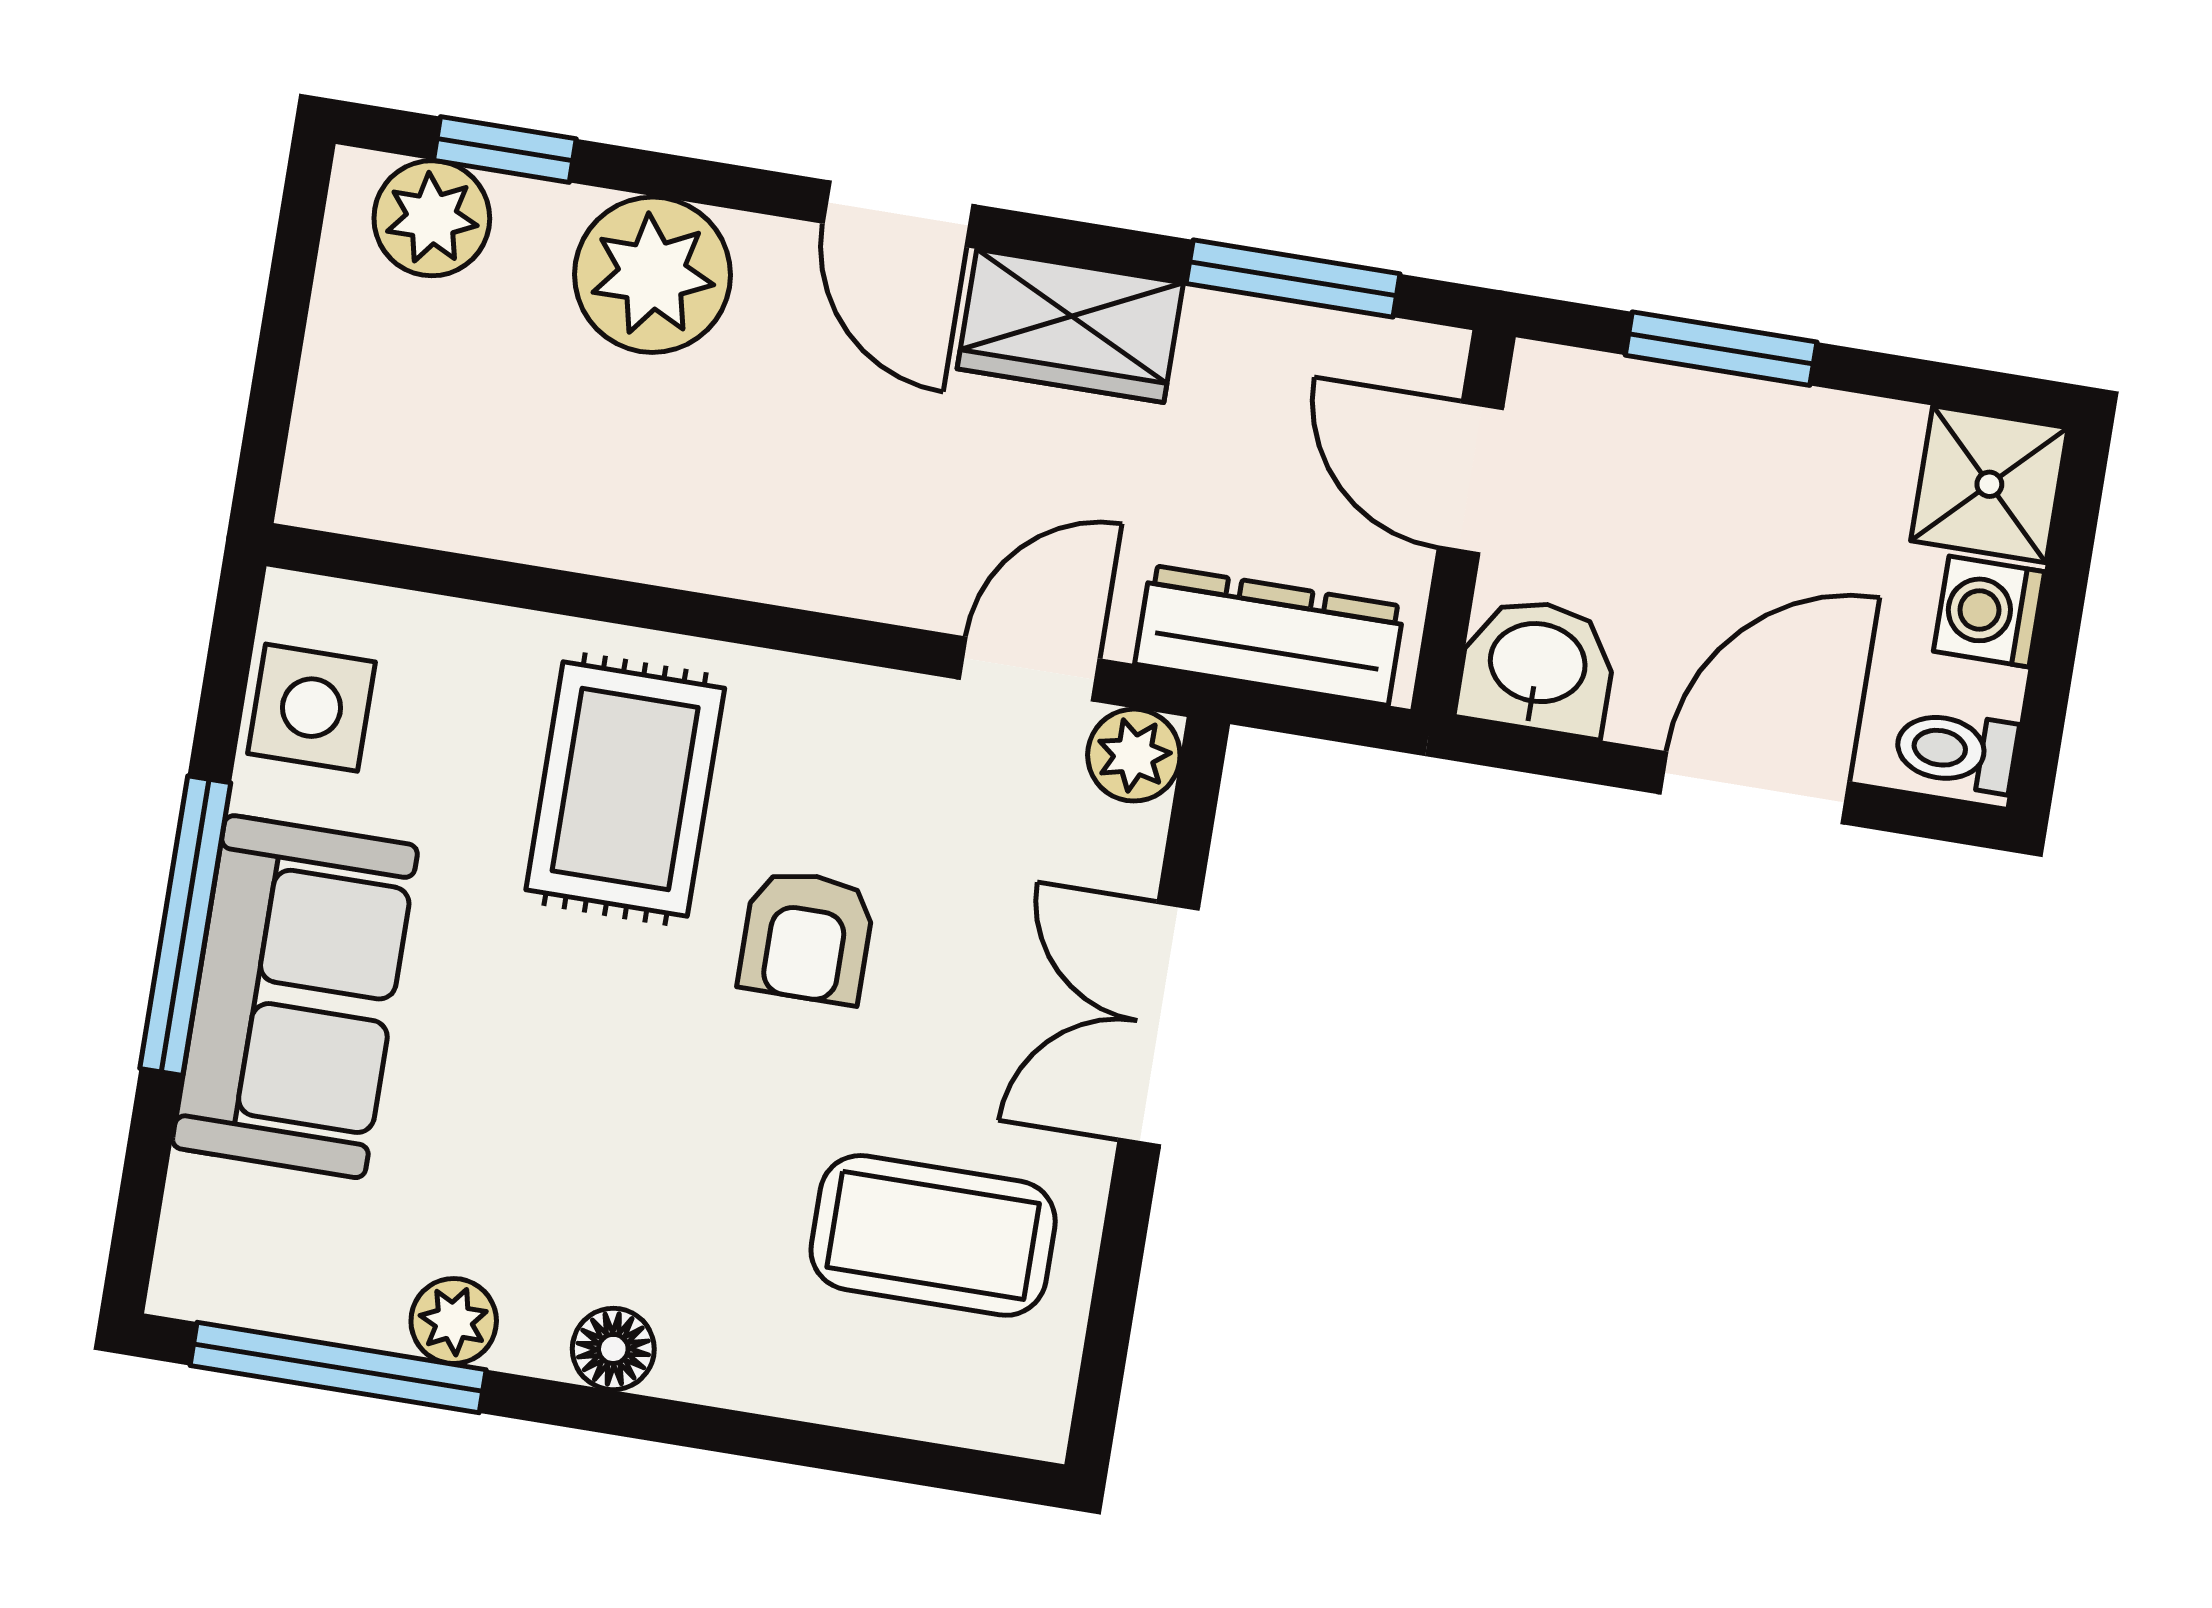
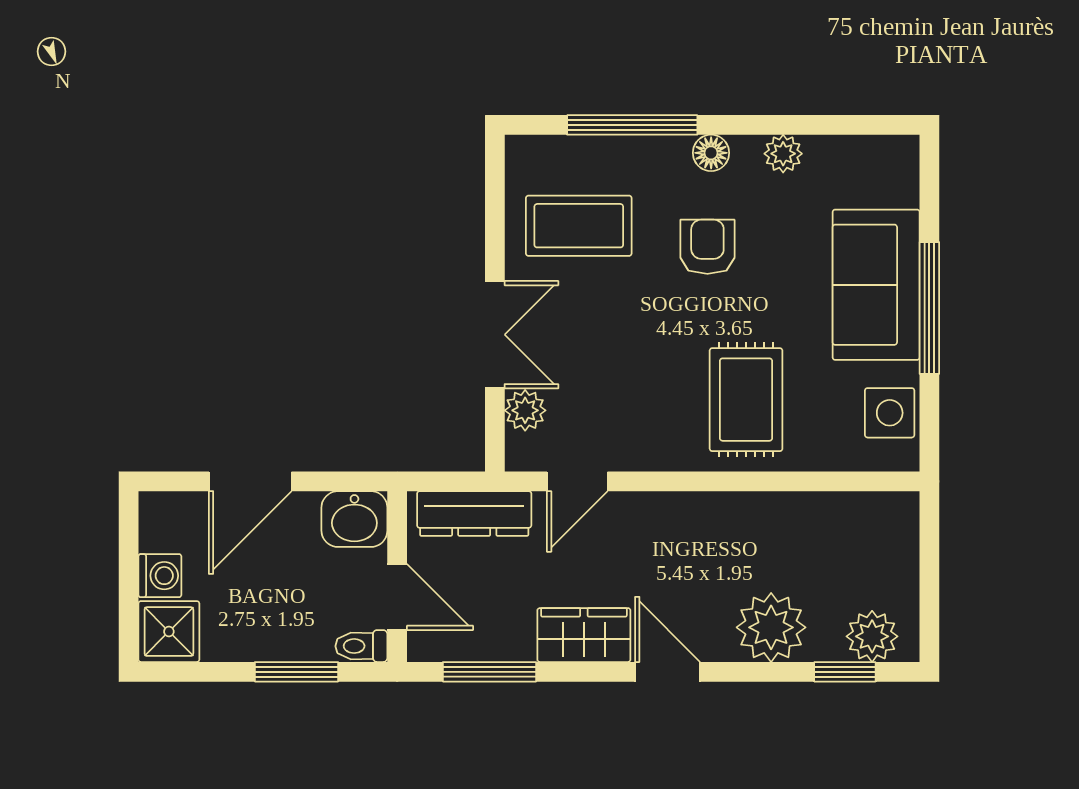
toilet: (1956, 750) -> (361, 646), moved, turned 180
plant: (1134, 755) -> (525, 410), moved
armchair: (807, 937) -> (707, 247), moved
window: (338, 1368) -> (632, 125), moved

